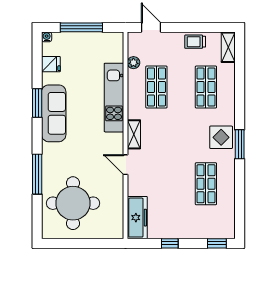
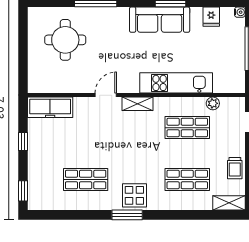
trolley: (195, 42) -> (235, 168), turned 180
round table: (73, 203) -> (65, 40), width x0.73, depth x0.73

